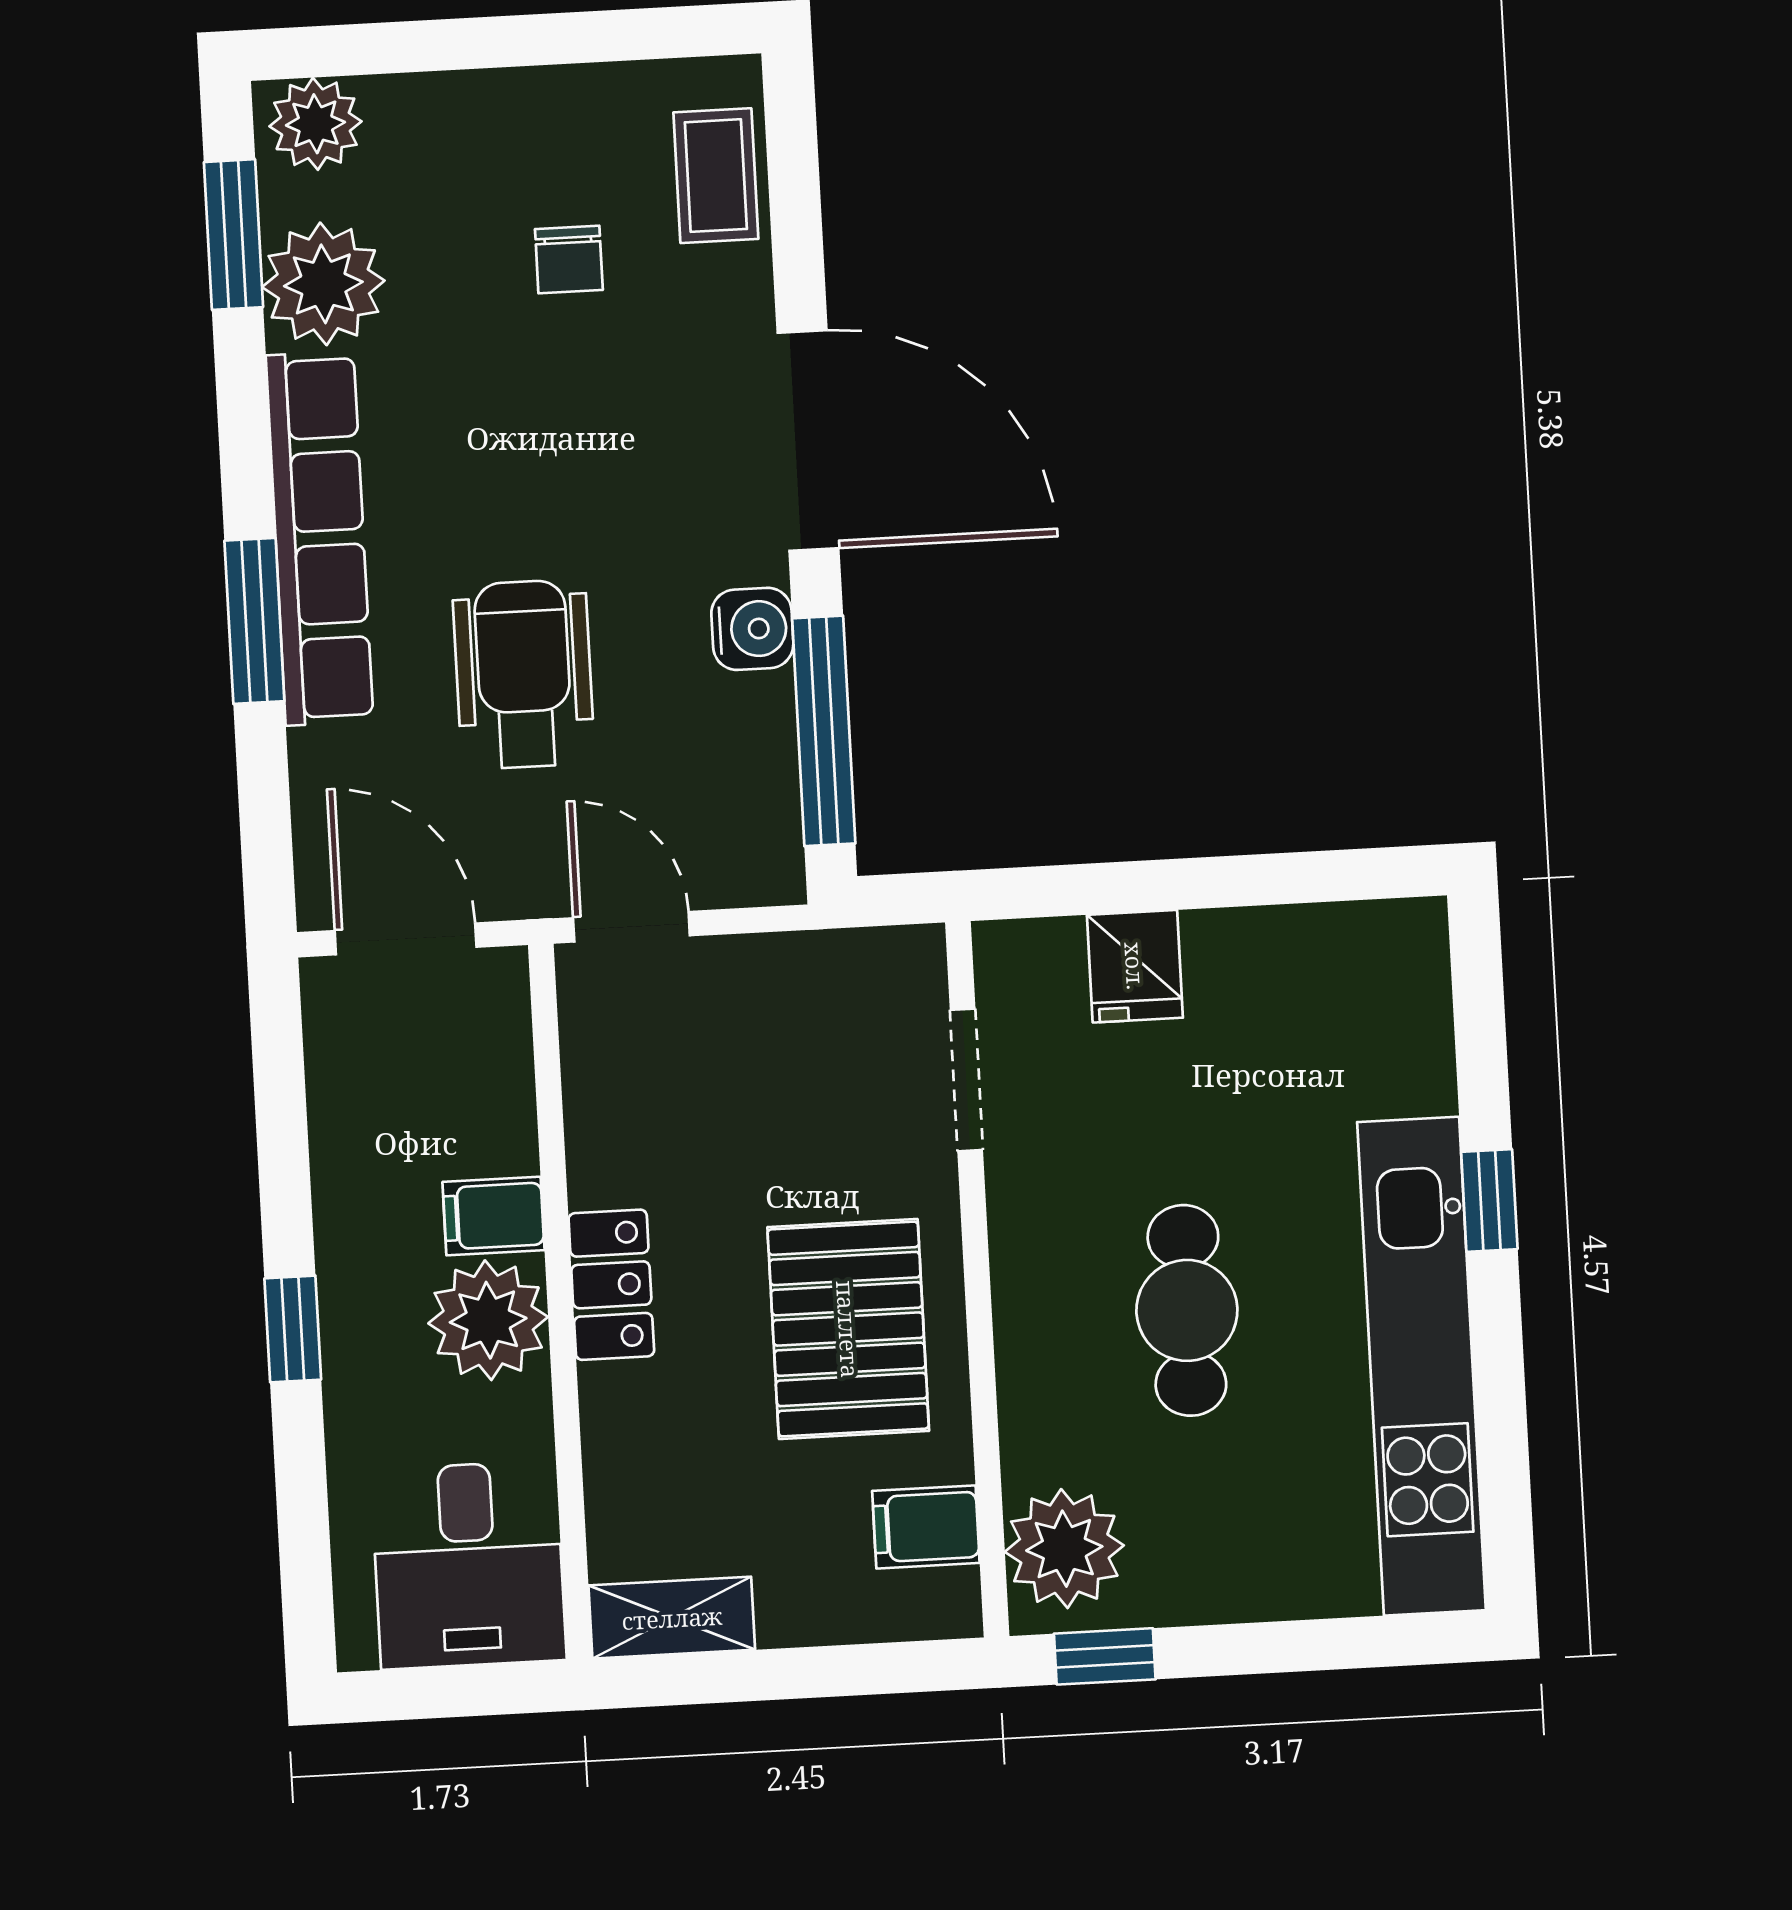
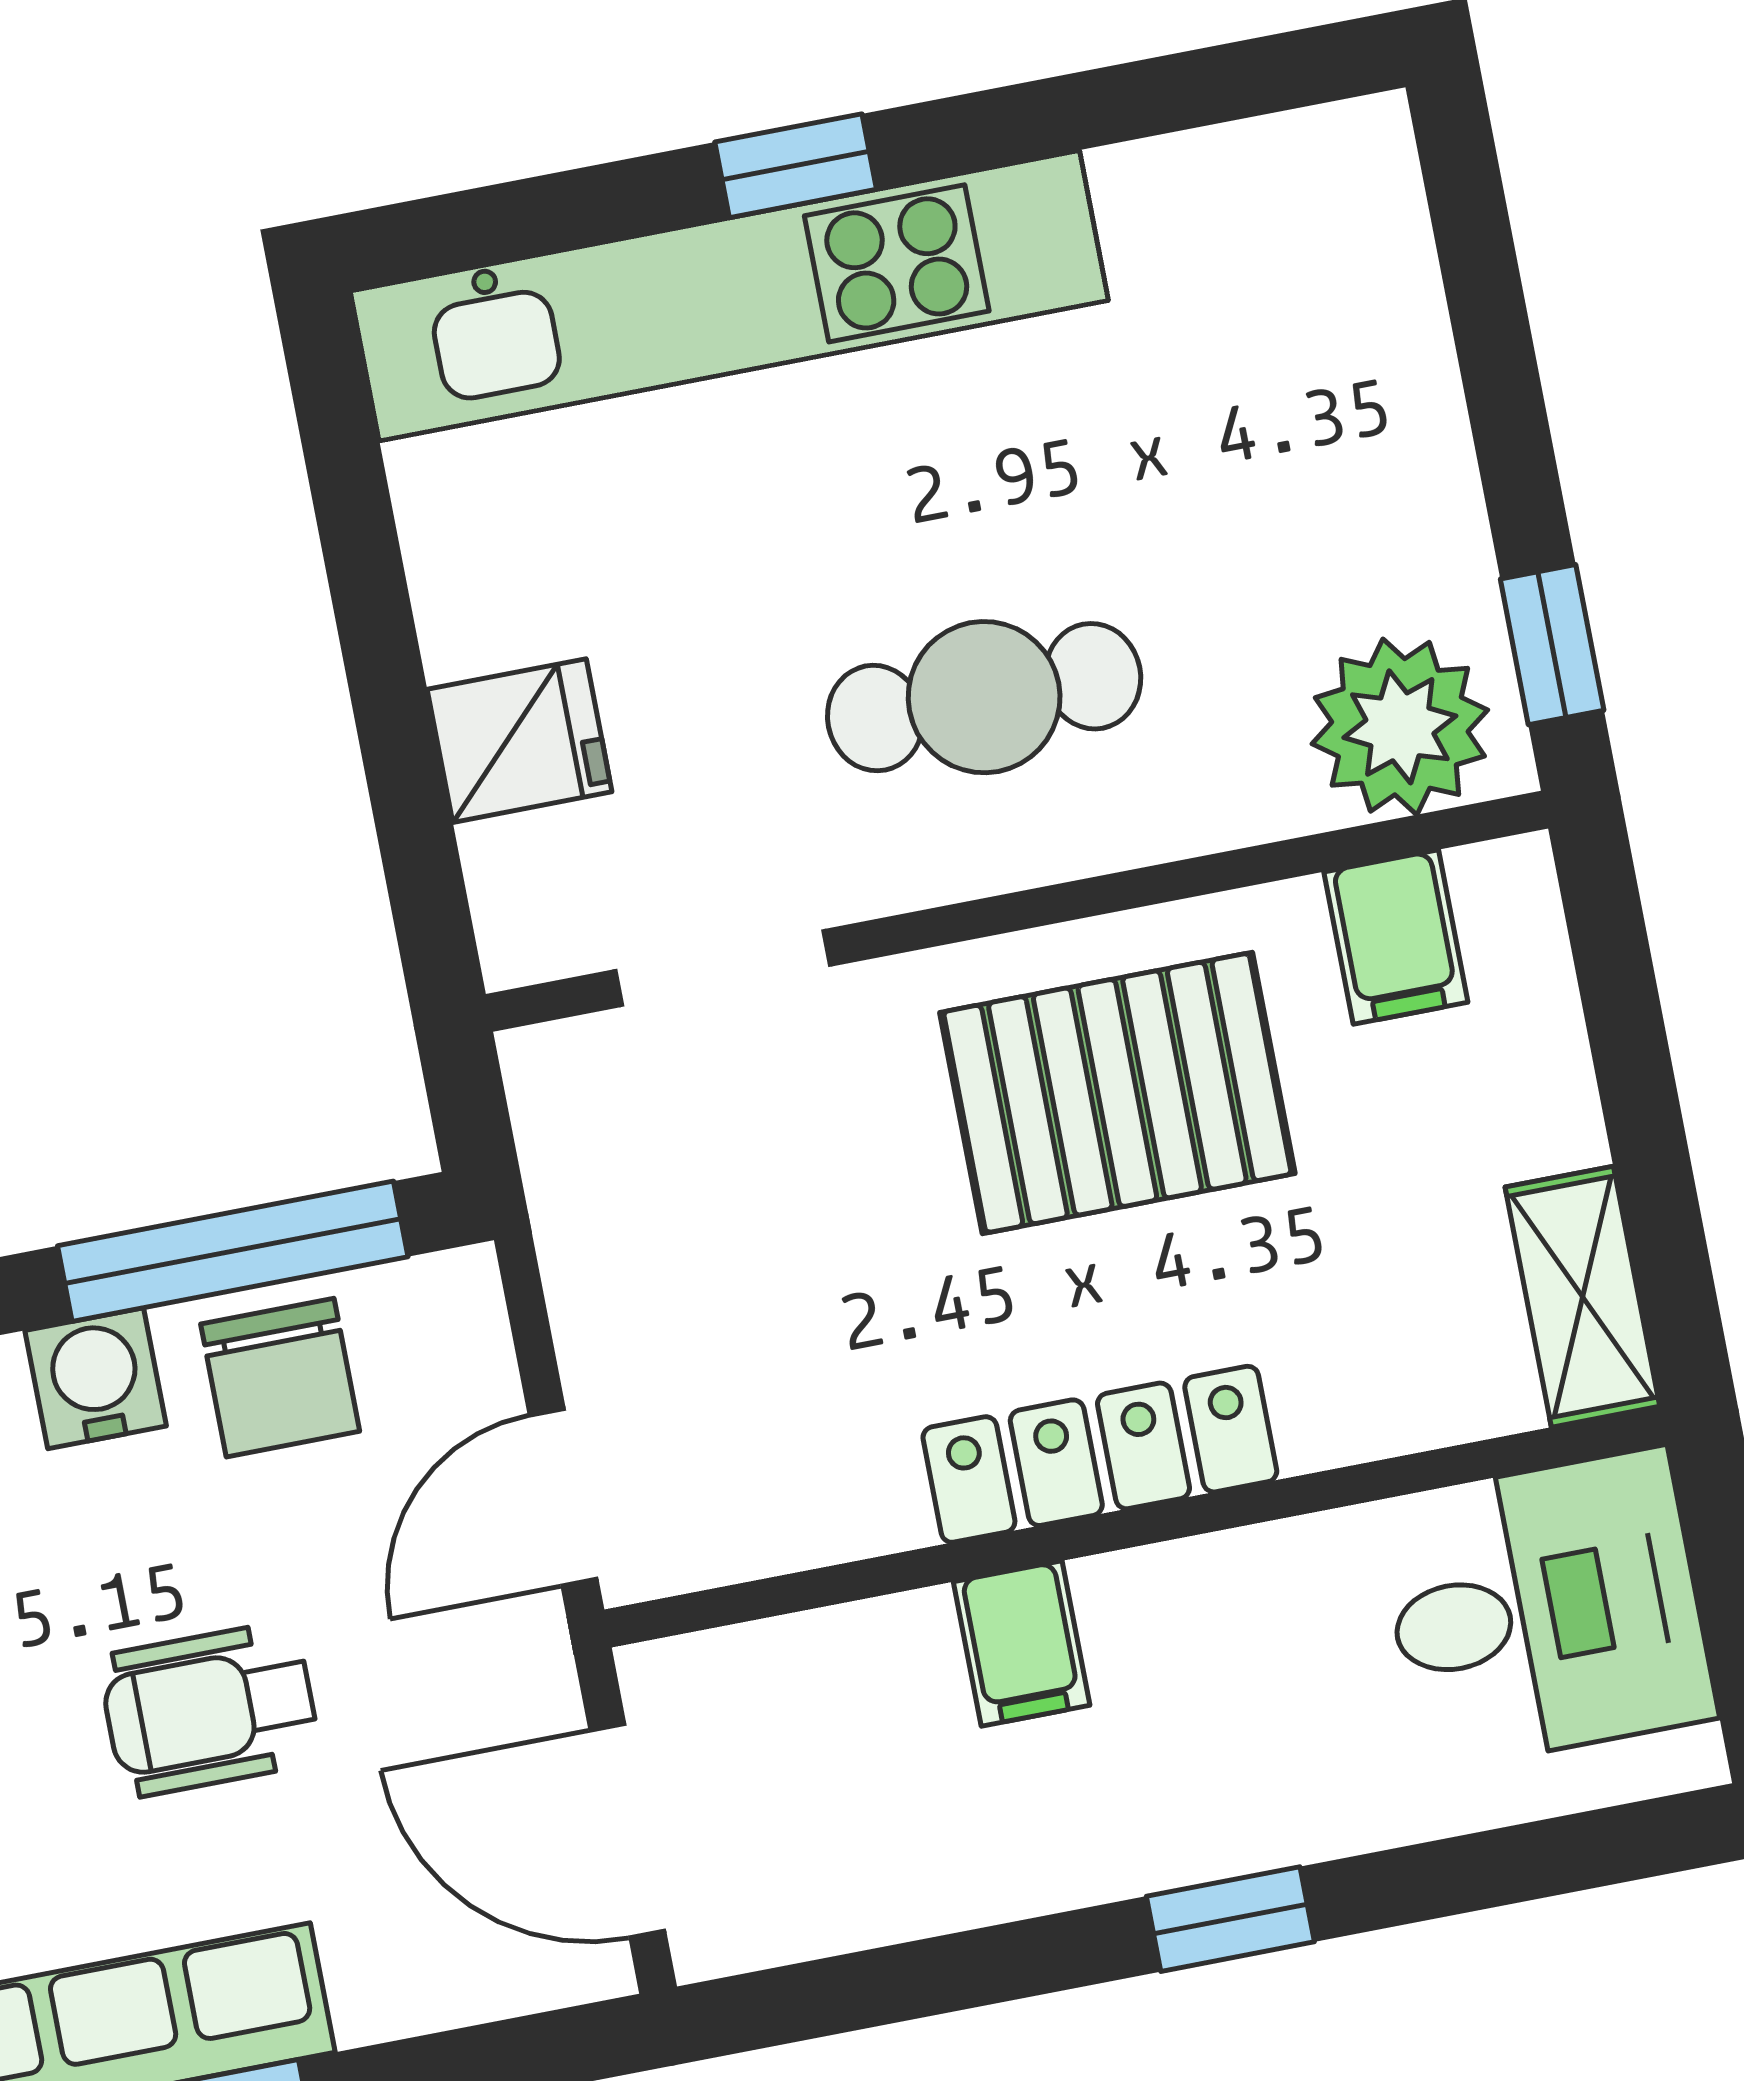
wheelchair: (524, 674) -> (210, 1709), width x0.73, depth x0.73
chair: (736, 751) -> (280, 1378), added
door: (406, 939) -> (627, 1831), hinge flipped
locker: (611, 1285) -> (1100, 1454), width x1.53
cafe table: (1187, 1310) -> (984, 697), moved
plant: (488, 1320) -> (1178, 1630), removed
kitchen unit: (1421, 1366) -> (729, 296), moved

